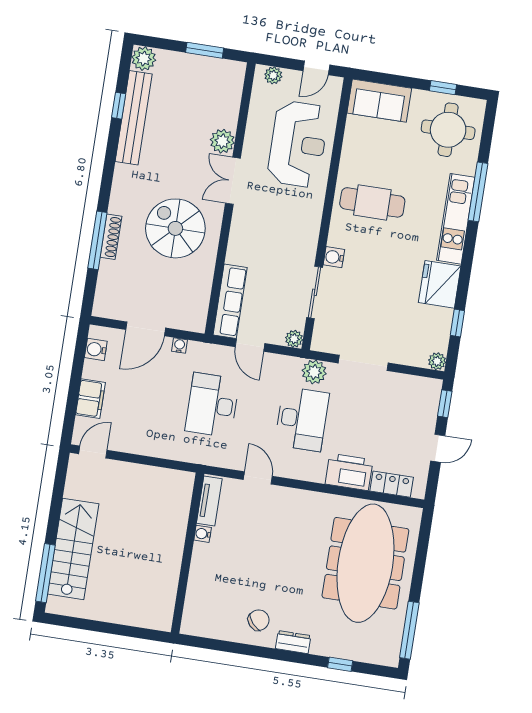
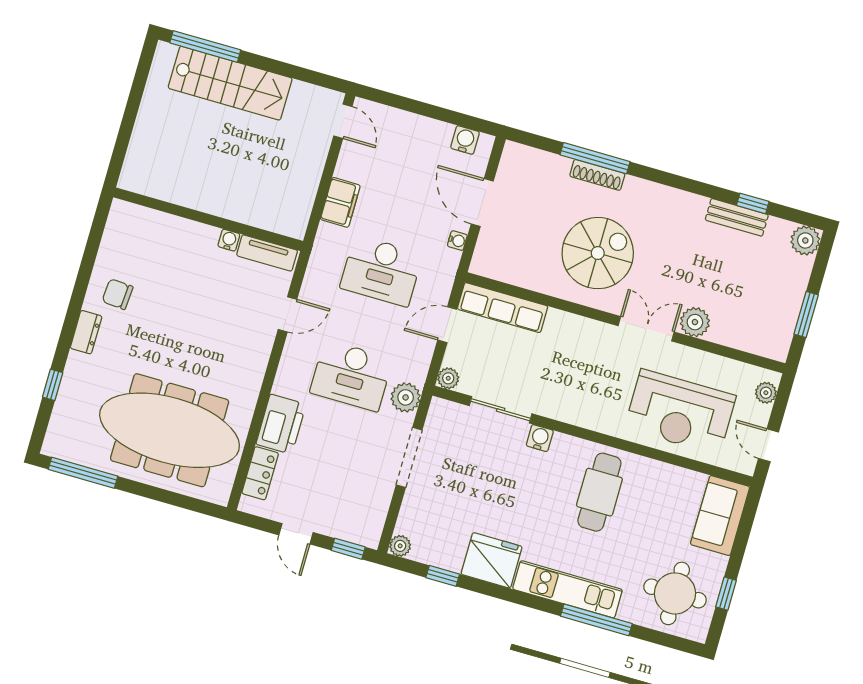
bench: (134, 118) -> (737, 217), width x0.54, depth x0.82
filing cabinet: (90, 399) -> (340, 202), moved, turned -90
desk: (212, 405) -> (381, 271), turned 180
chair: (259, 620) -> (118, 294), turned 135

